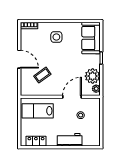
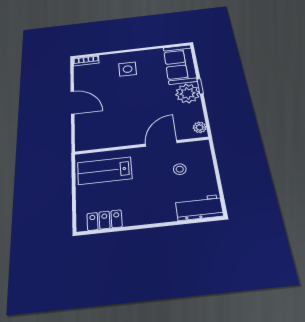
coffee table: (42, 75) -> (110, 119), removed
plant: (93, 76) -> (187, 93), moved
workbench: (70, 140) -> (199, 208), moved

